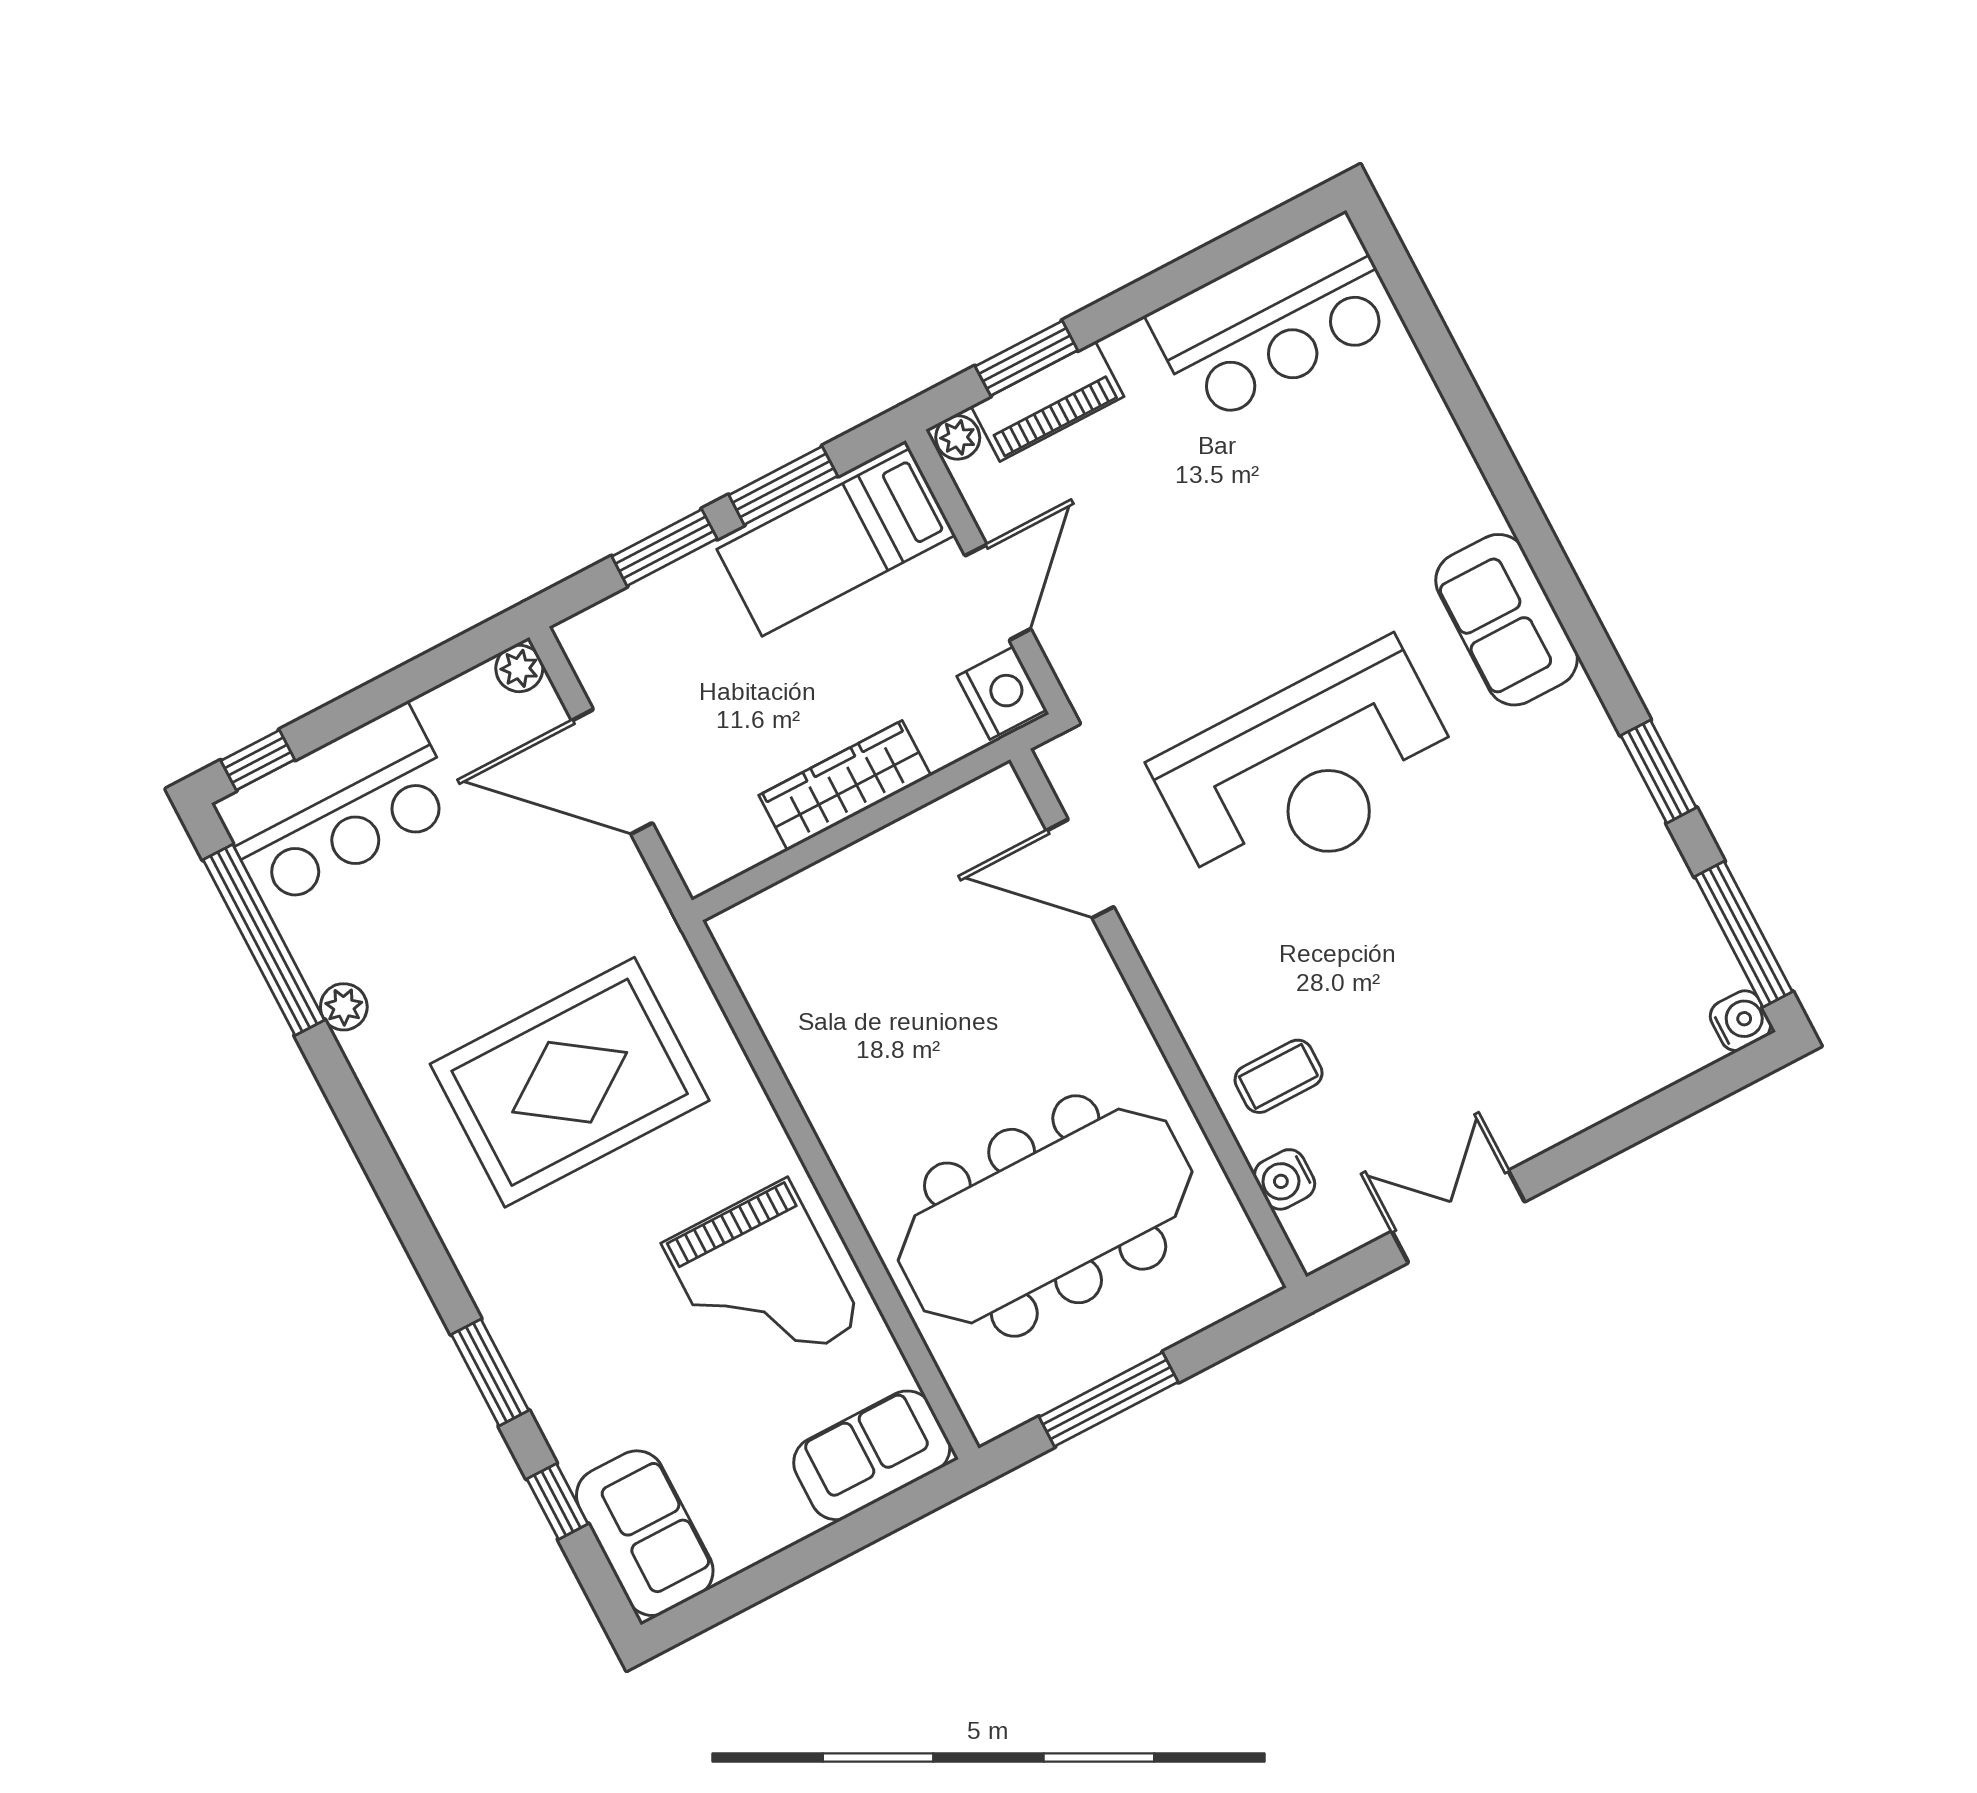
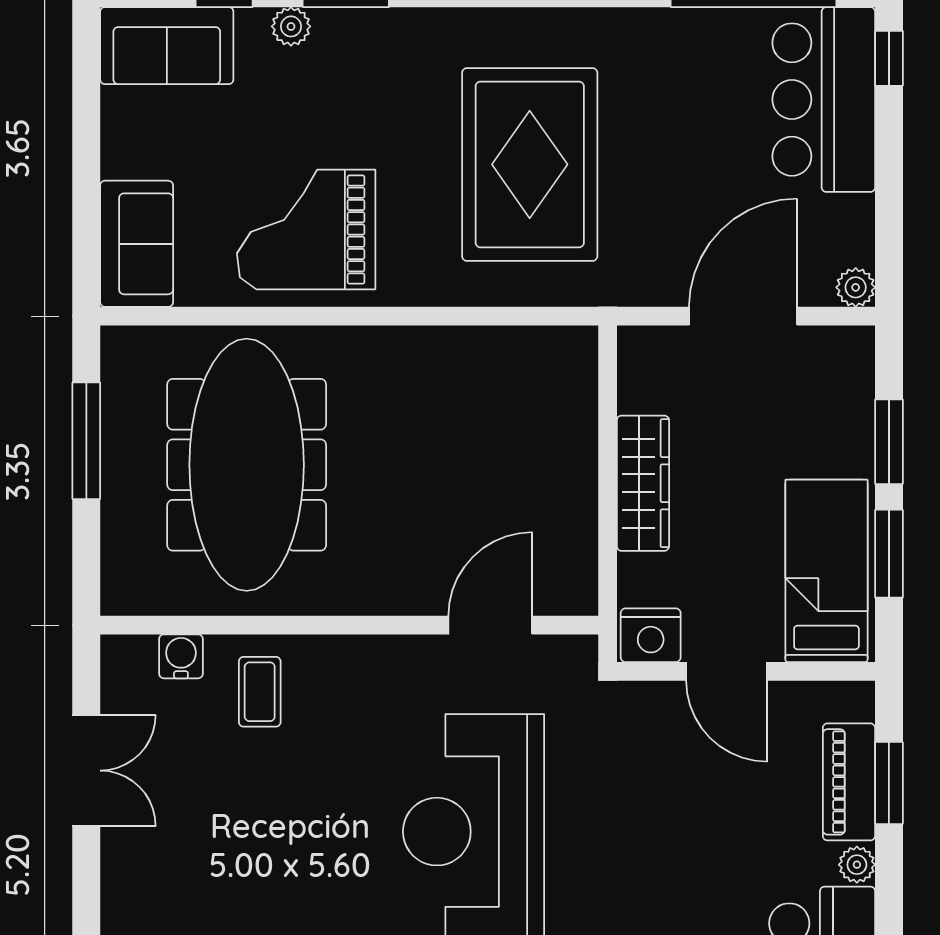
plant: (958, 438) -> (857, 865), moved
plant: (344, 1007) -> (291, 26), moved

